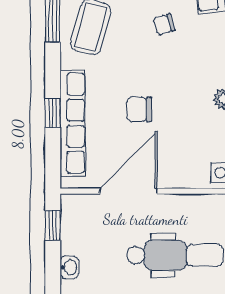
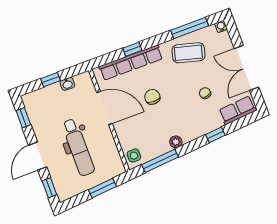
window: (53, 225) -> (51, 80), moved
washbasin: (69, 267) -> (67, 84), moved

